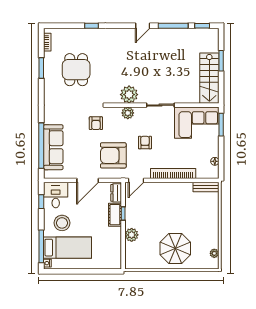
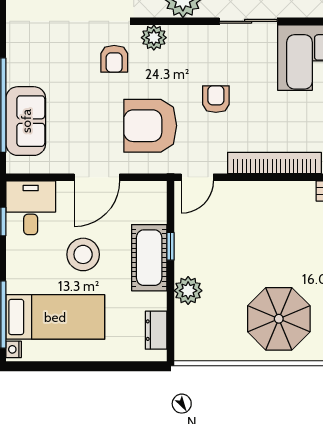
plant: (128, 113) -> (154, 38), moved
sofa: (53, 147) -> (26, 121), width x0.73
dresser: (116, 193) -> (156, 330), moved
cot: (115, 215) -> (149, 258), width x1.37, depth x1.34
stool: (62, 223) -> (83, 254), moved

